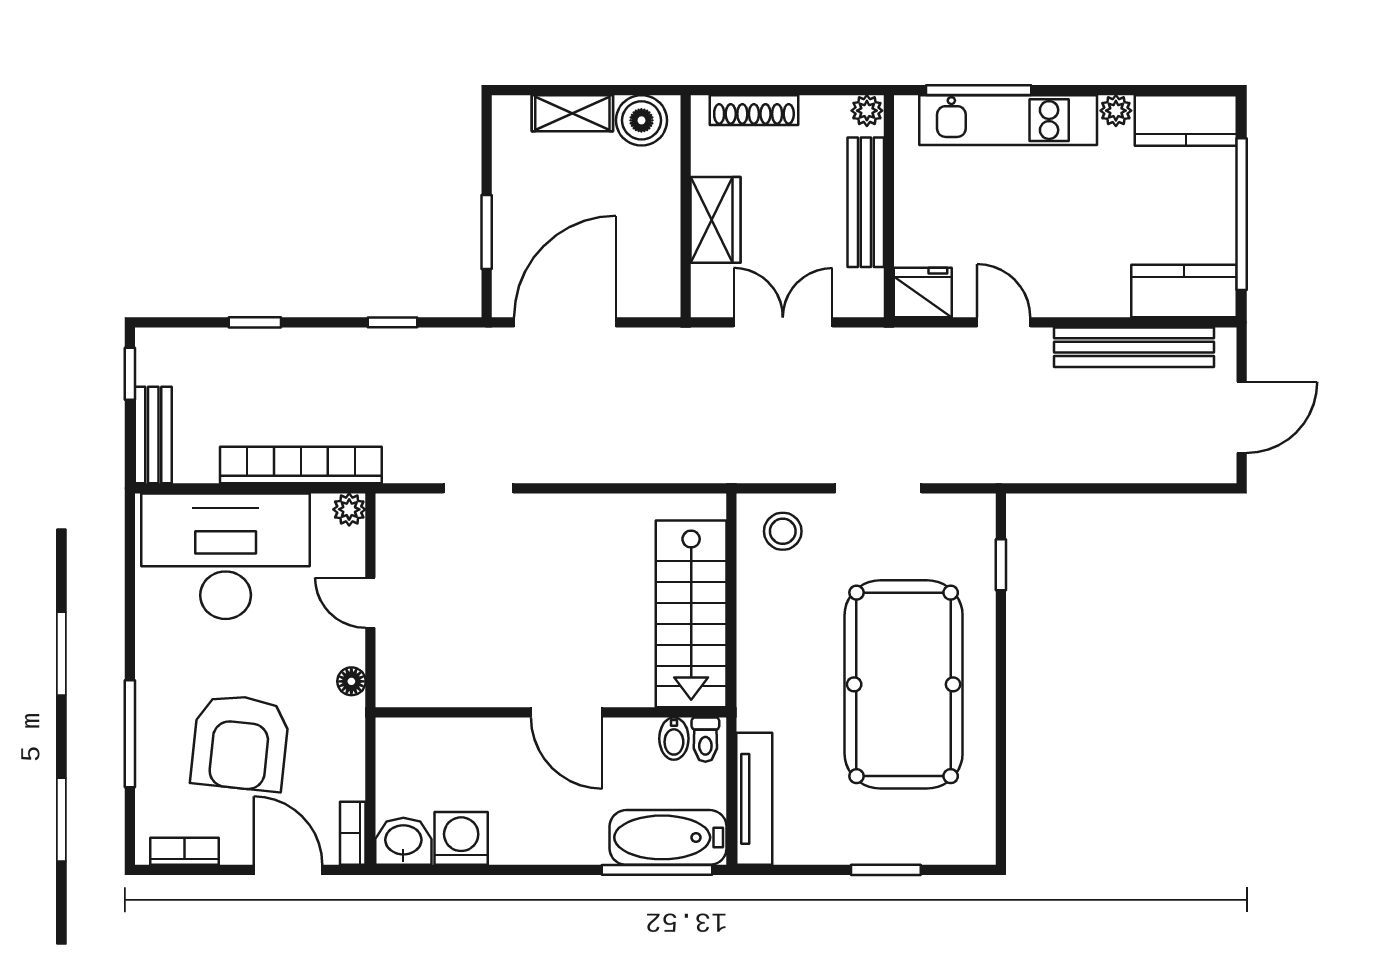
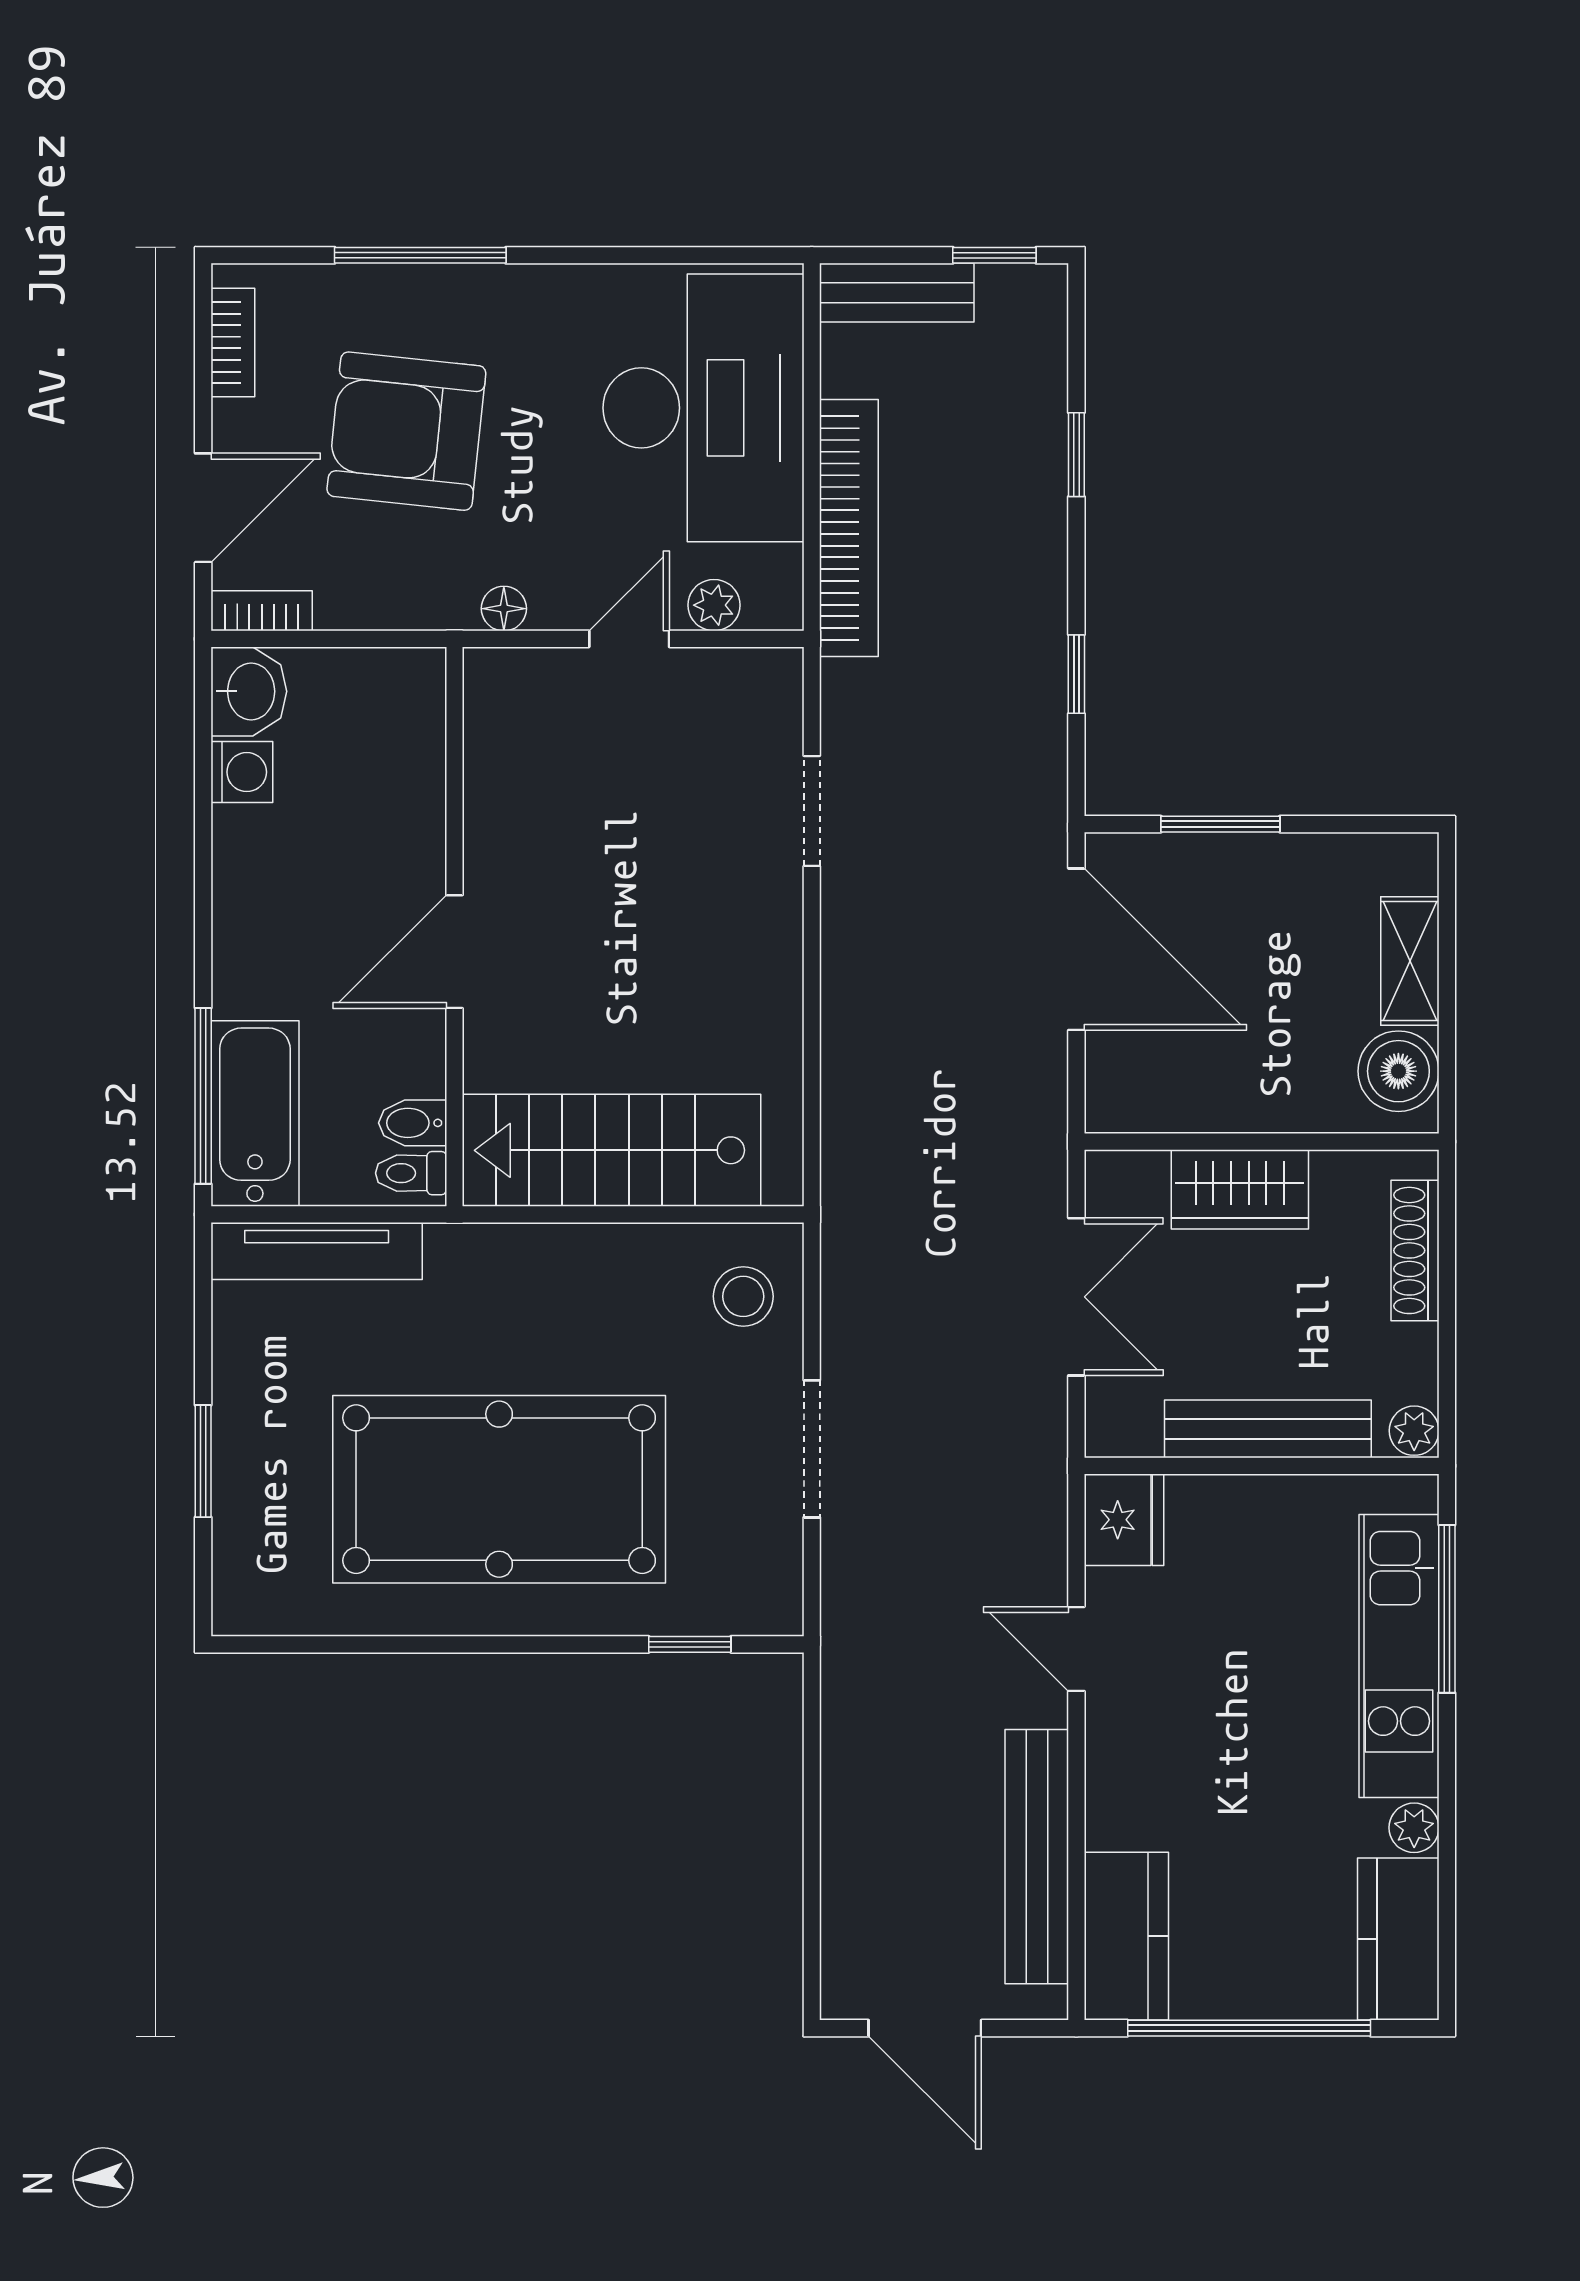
door: (1004, 322) -> (1076, 1649), swing flipped
plant: (349, 509) -> (714, 605), moved
washing machine: (461, 838) -> (242, 772), width x0.73, depth x0.73

